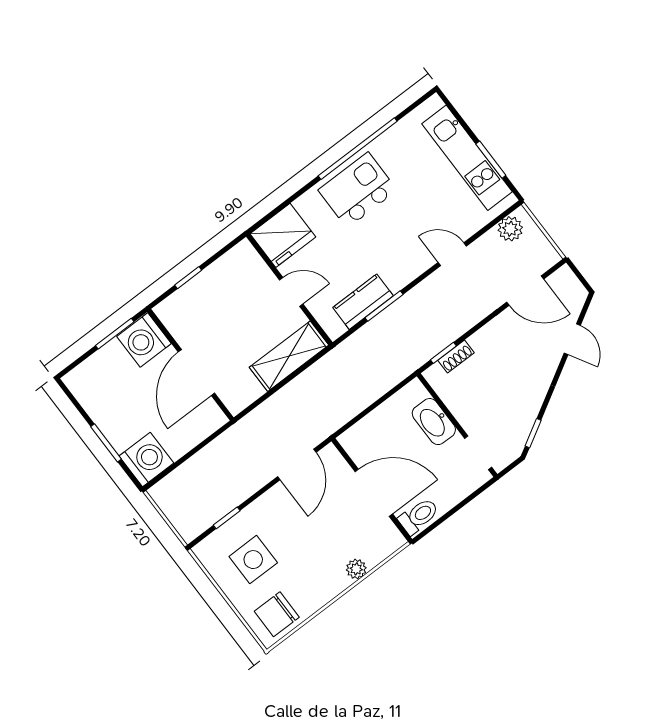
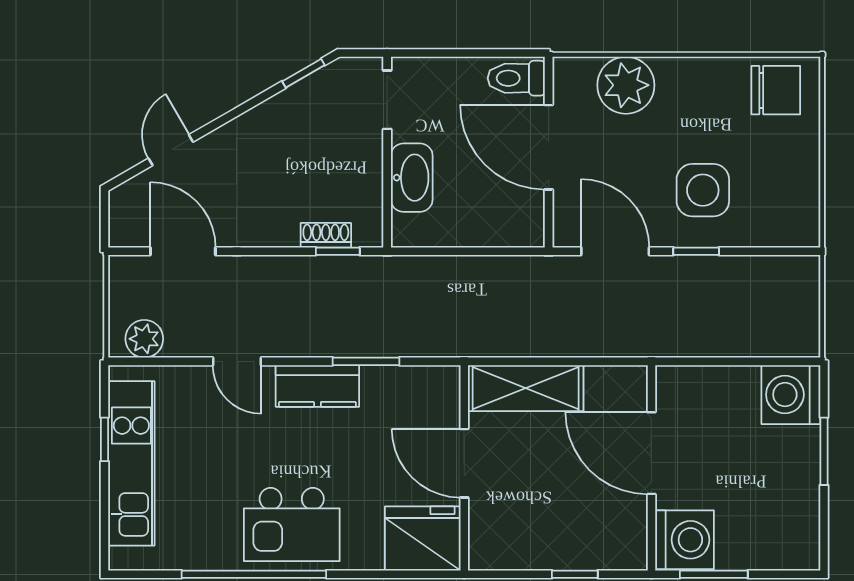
window: (491, 160) -> (104, 439), width x0.67
door: (291, 292) -> (464, 463), width x1.38
kitchen counter: (363, 302) -> (317, 386), moved
door: (196, 373) -> (651, 453), swing flipped
door: (297, 464) -> (615, 251), hinge flipped
window: (227, 518) -> (696, 251), moved
side table: (253, 560) -> (703, 190), moved
plant: (356, 569) -> (626, 85), width x1.87, depth x1.87

